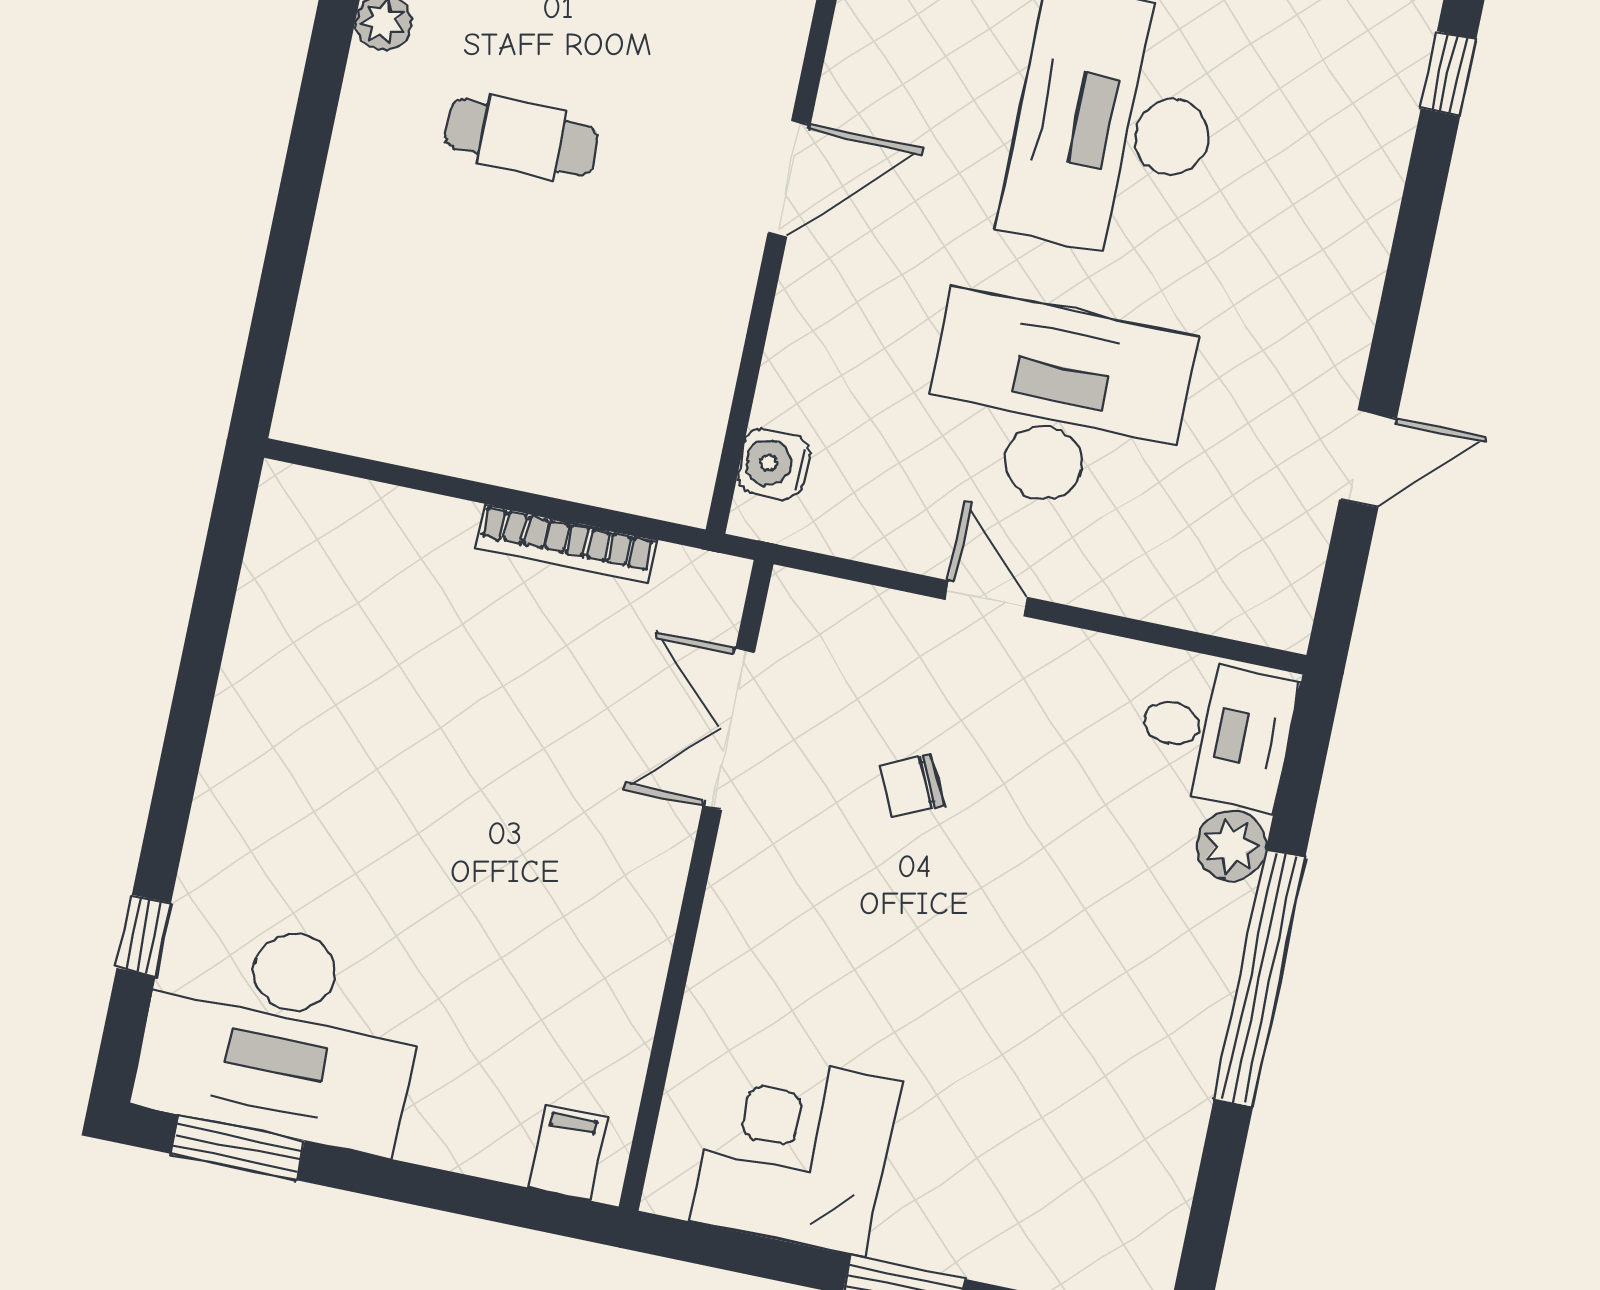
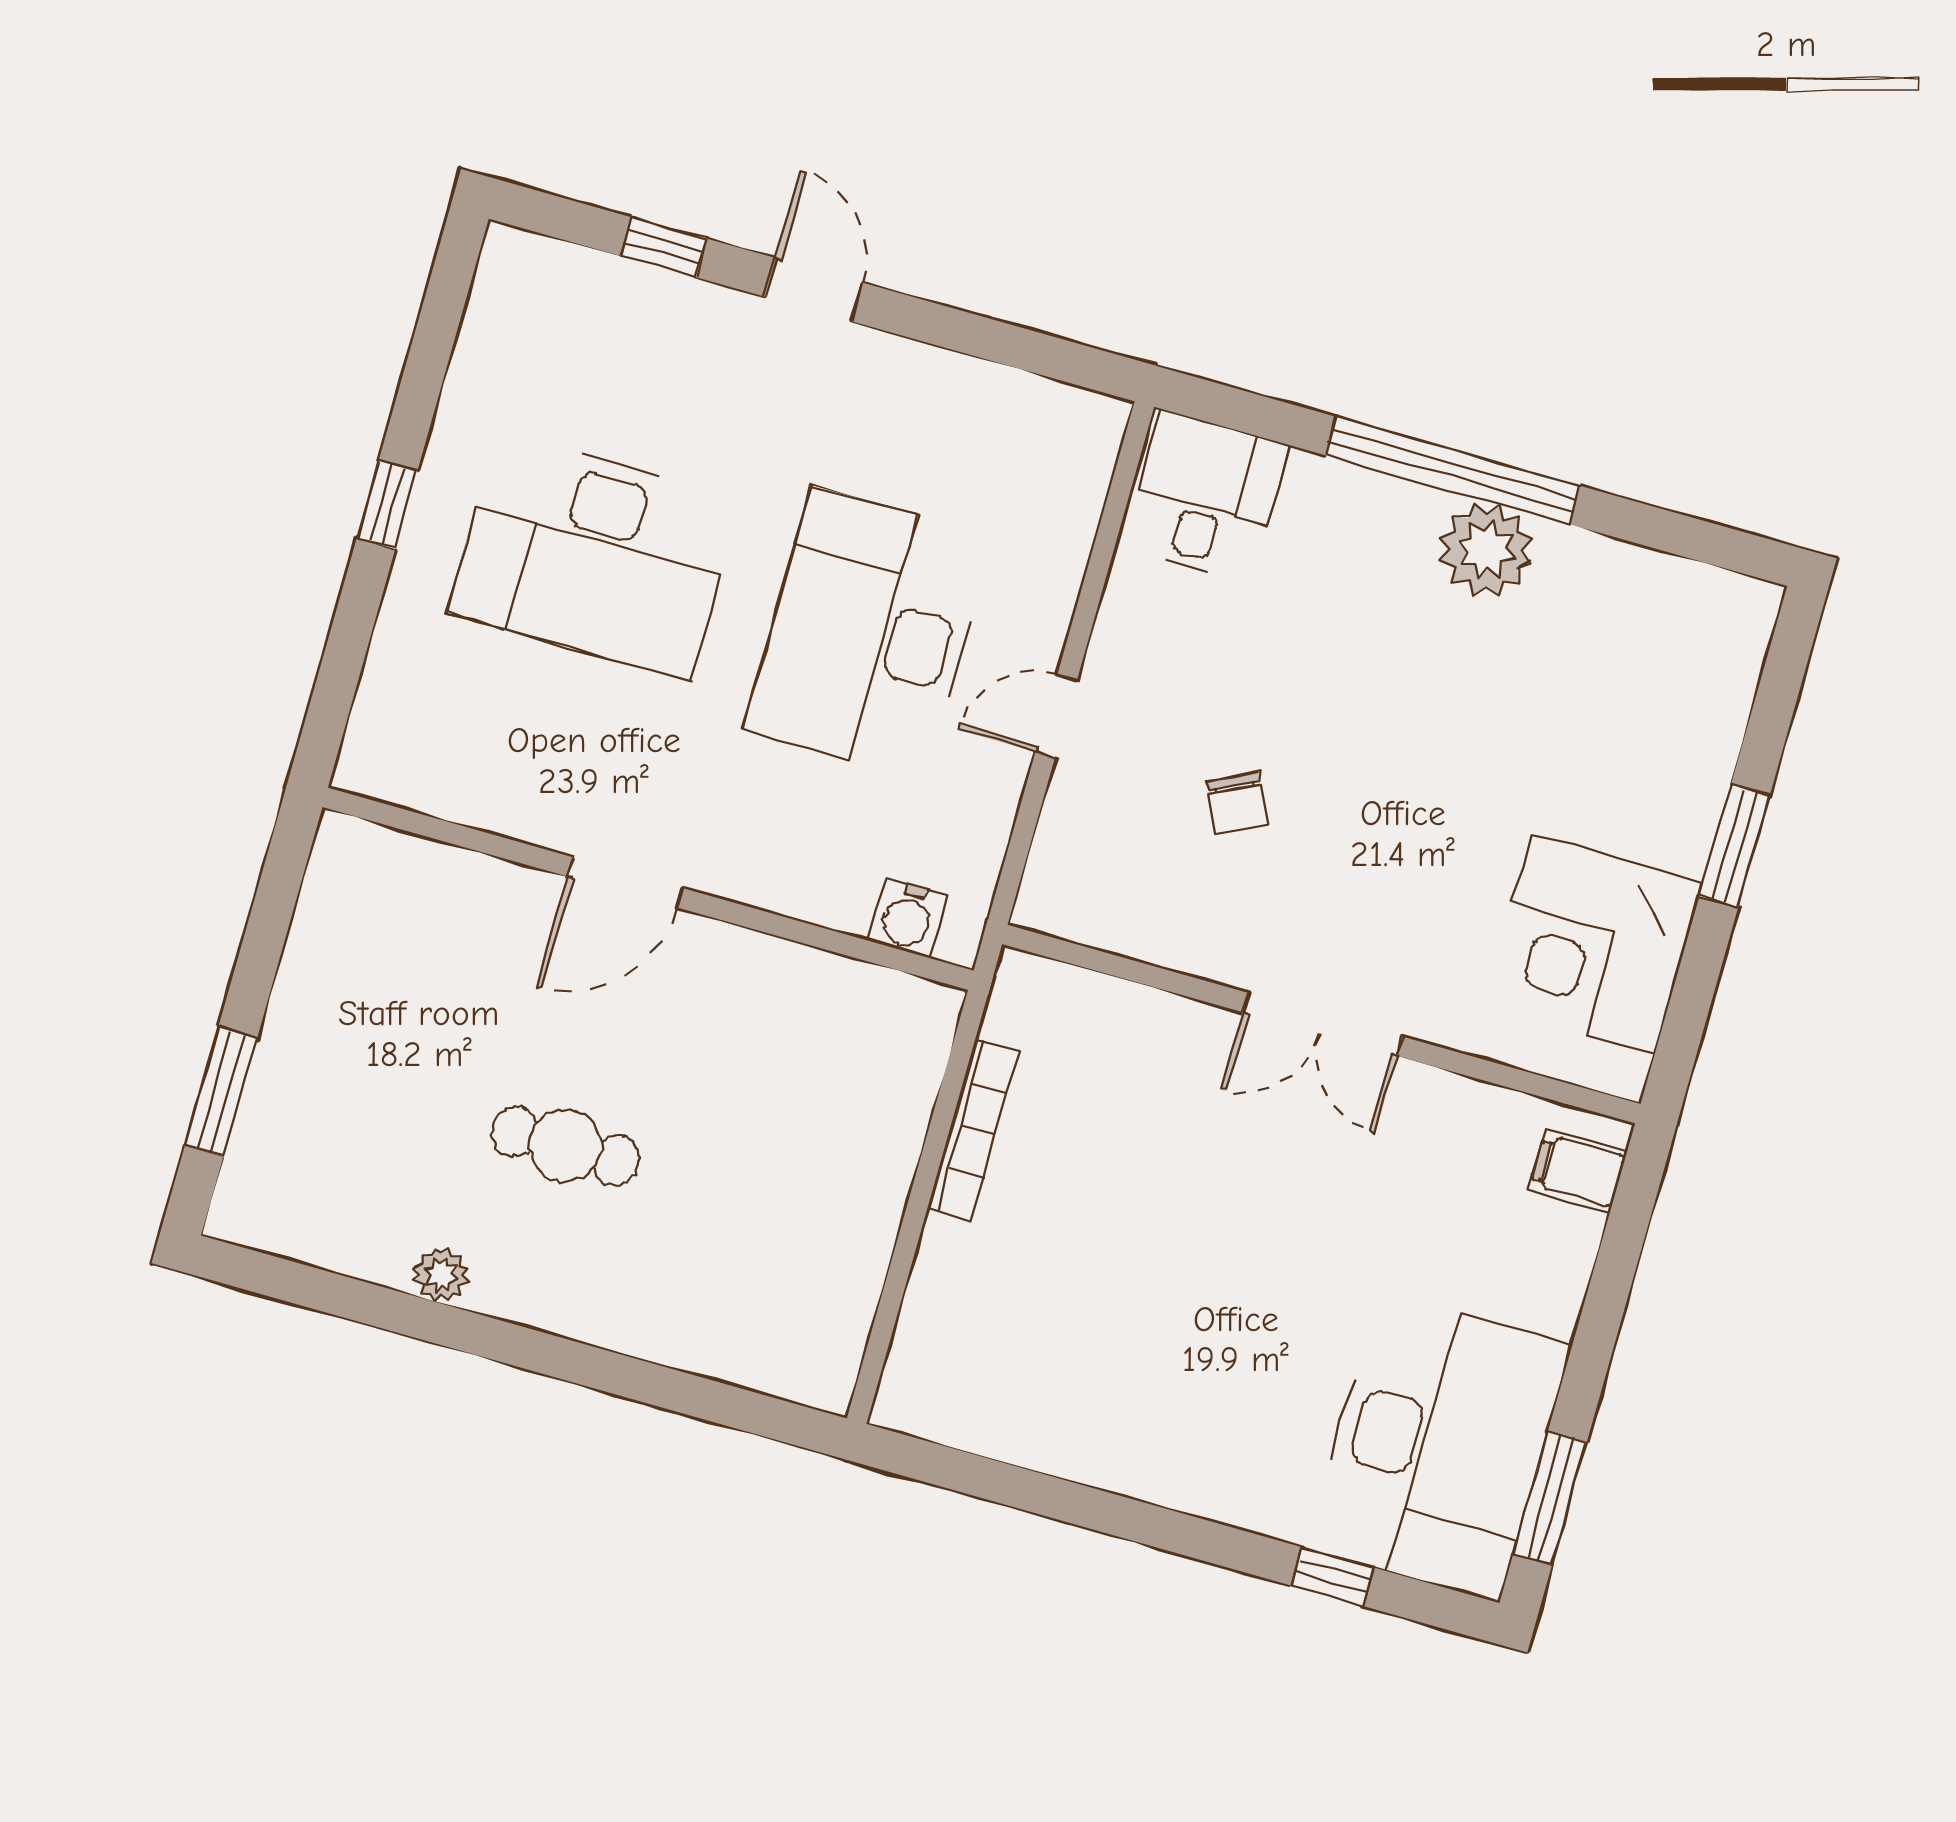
window: (1448, 74) -> (664, 247), moved
cafe table: (521, 137) -> (565, 1146), turned 90
door: (789, 179) -> (626, 882), swing flipped
door: (1368, 459) -> (814, 290), moved
double door: (729, 729) -> (1323, 1024), moved
plant: (1231, 846) -> (1486, 550), moved, width x1.36, depth x1.36

